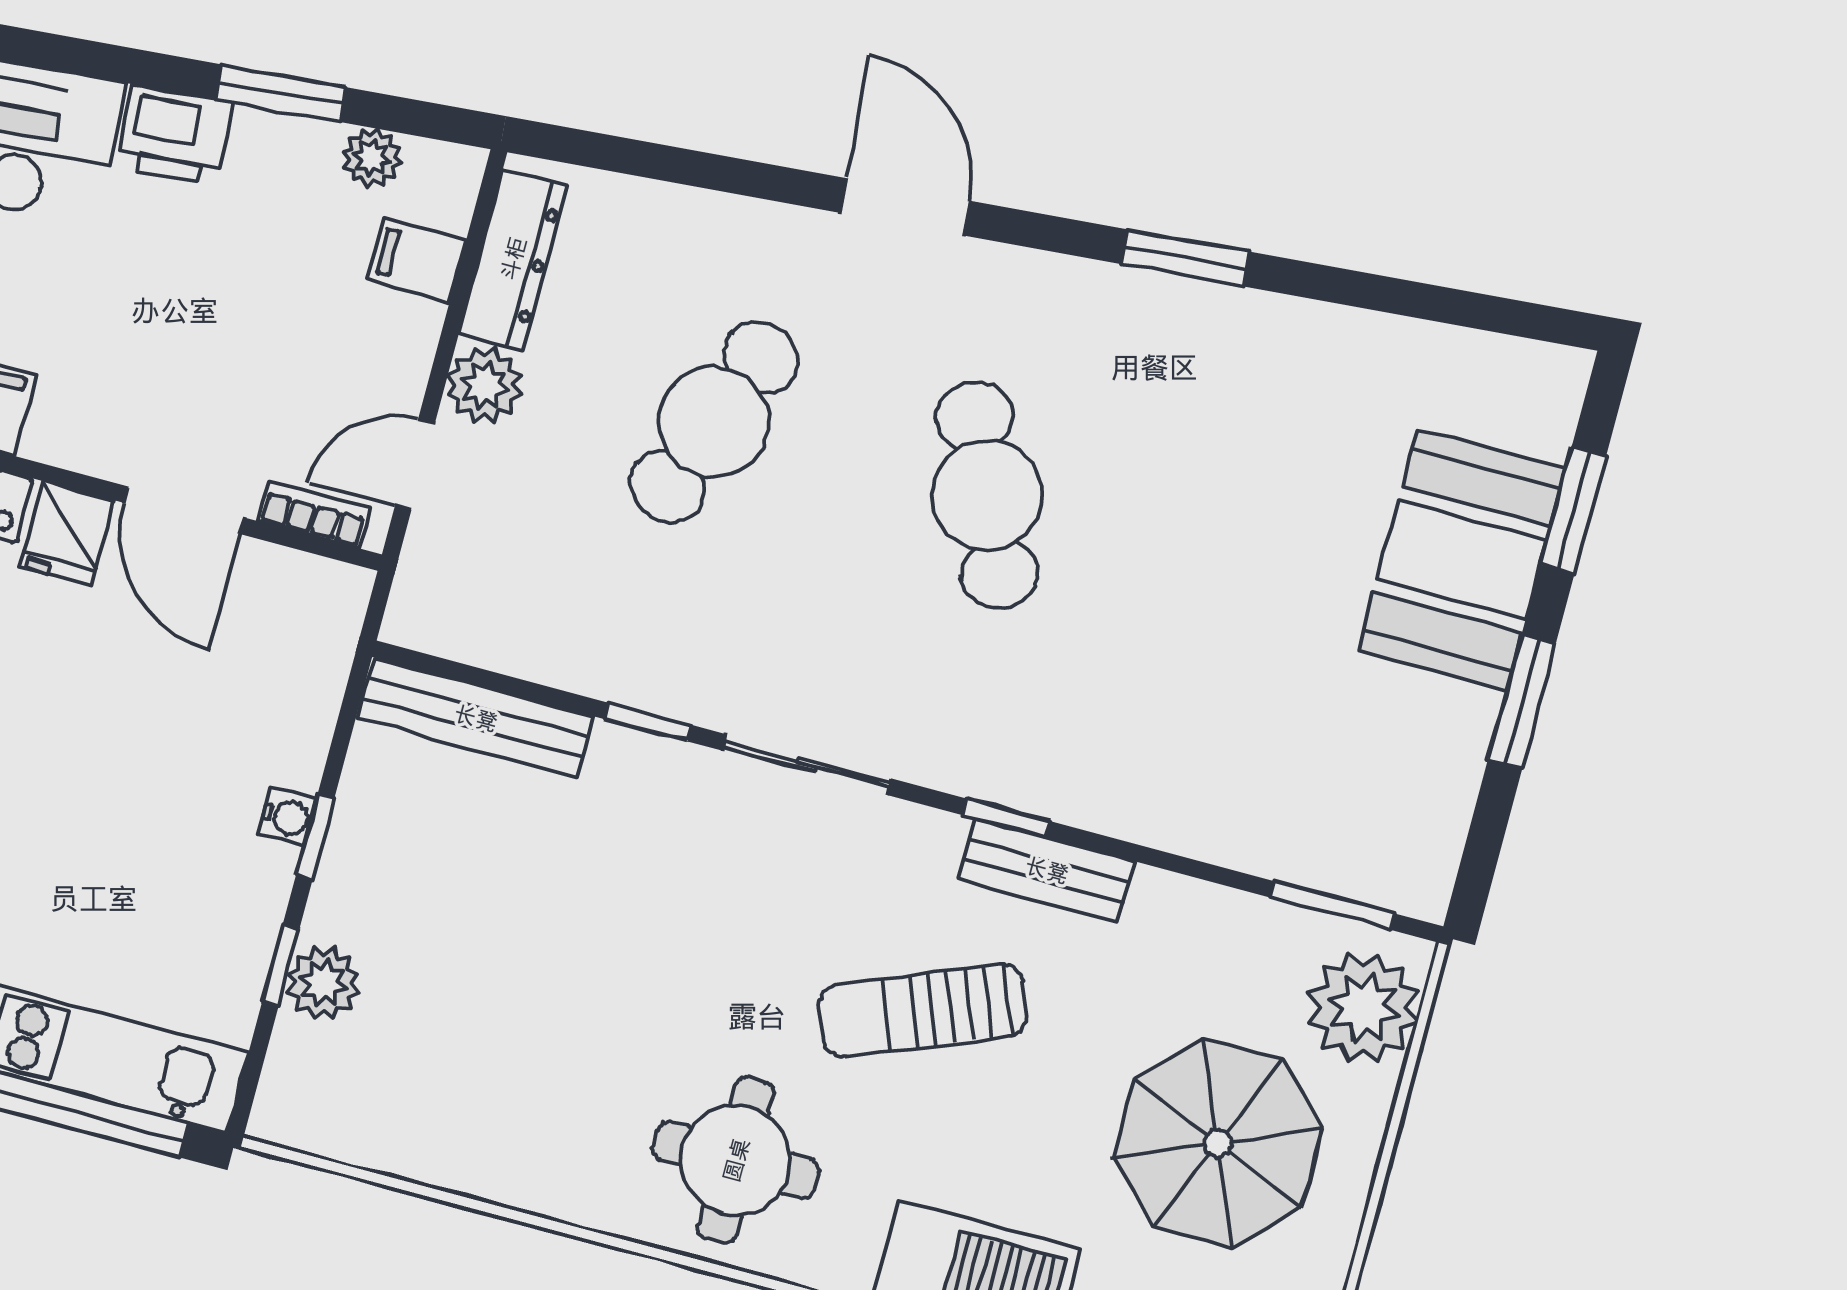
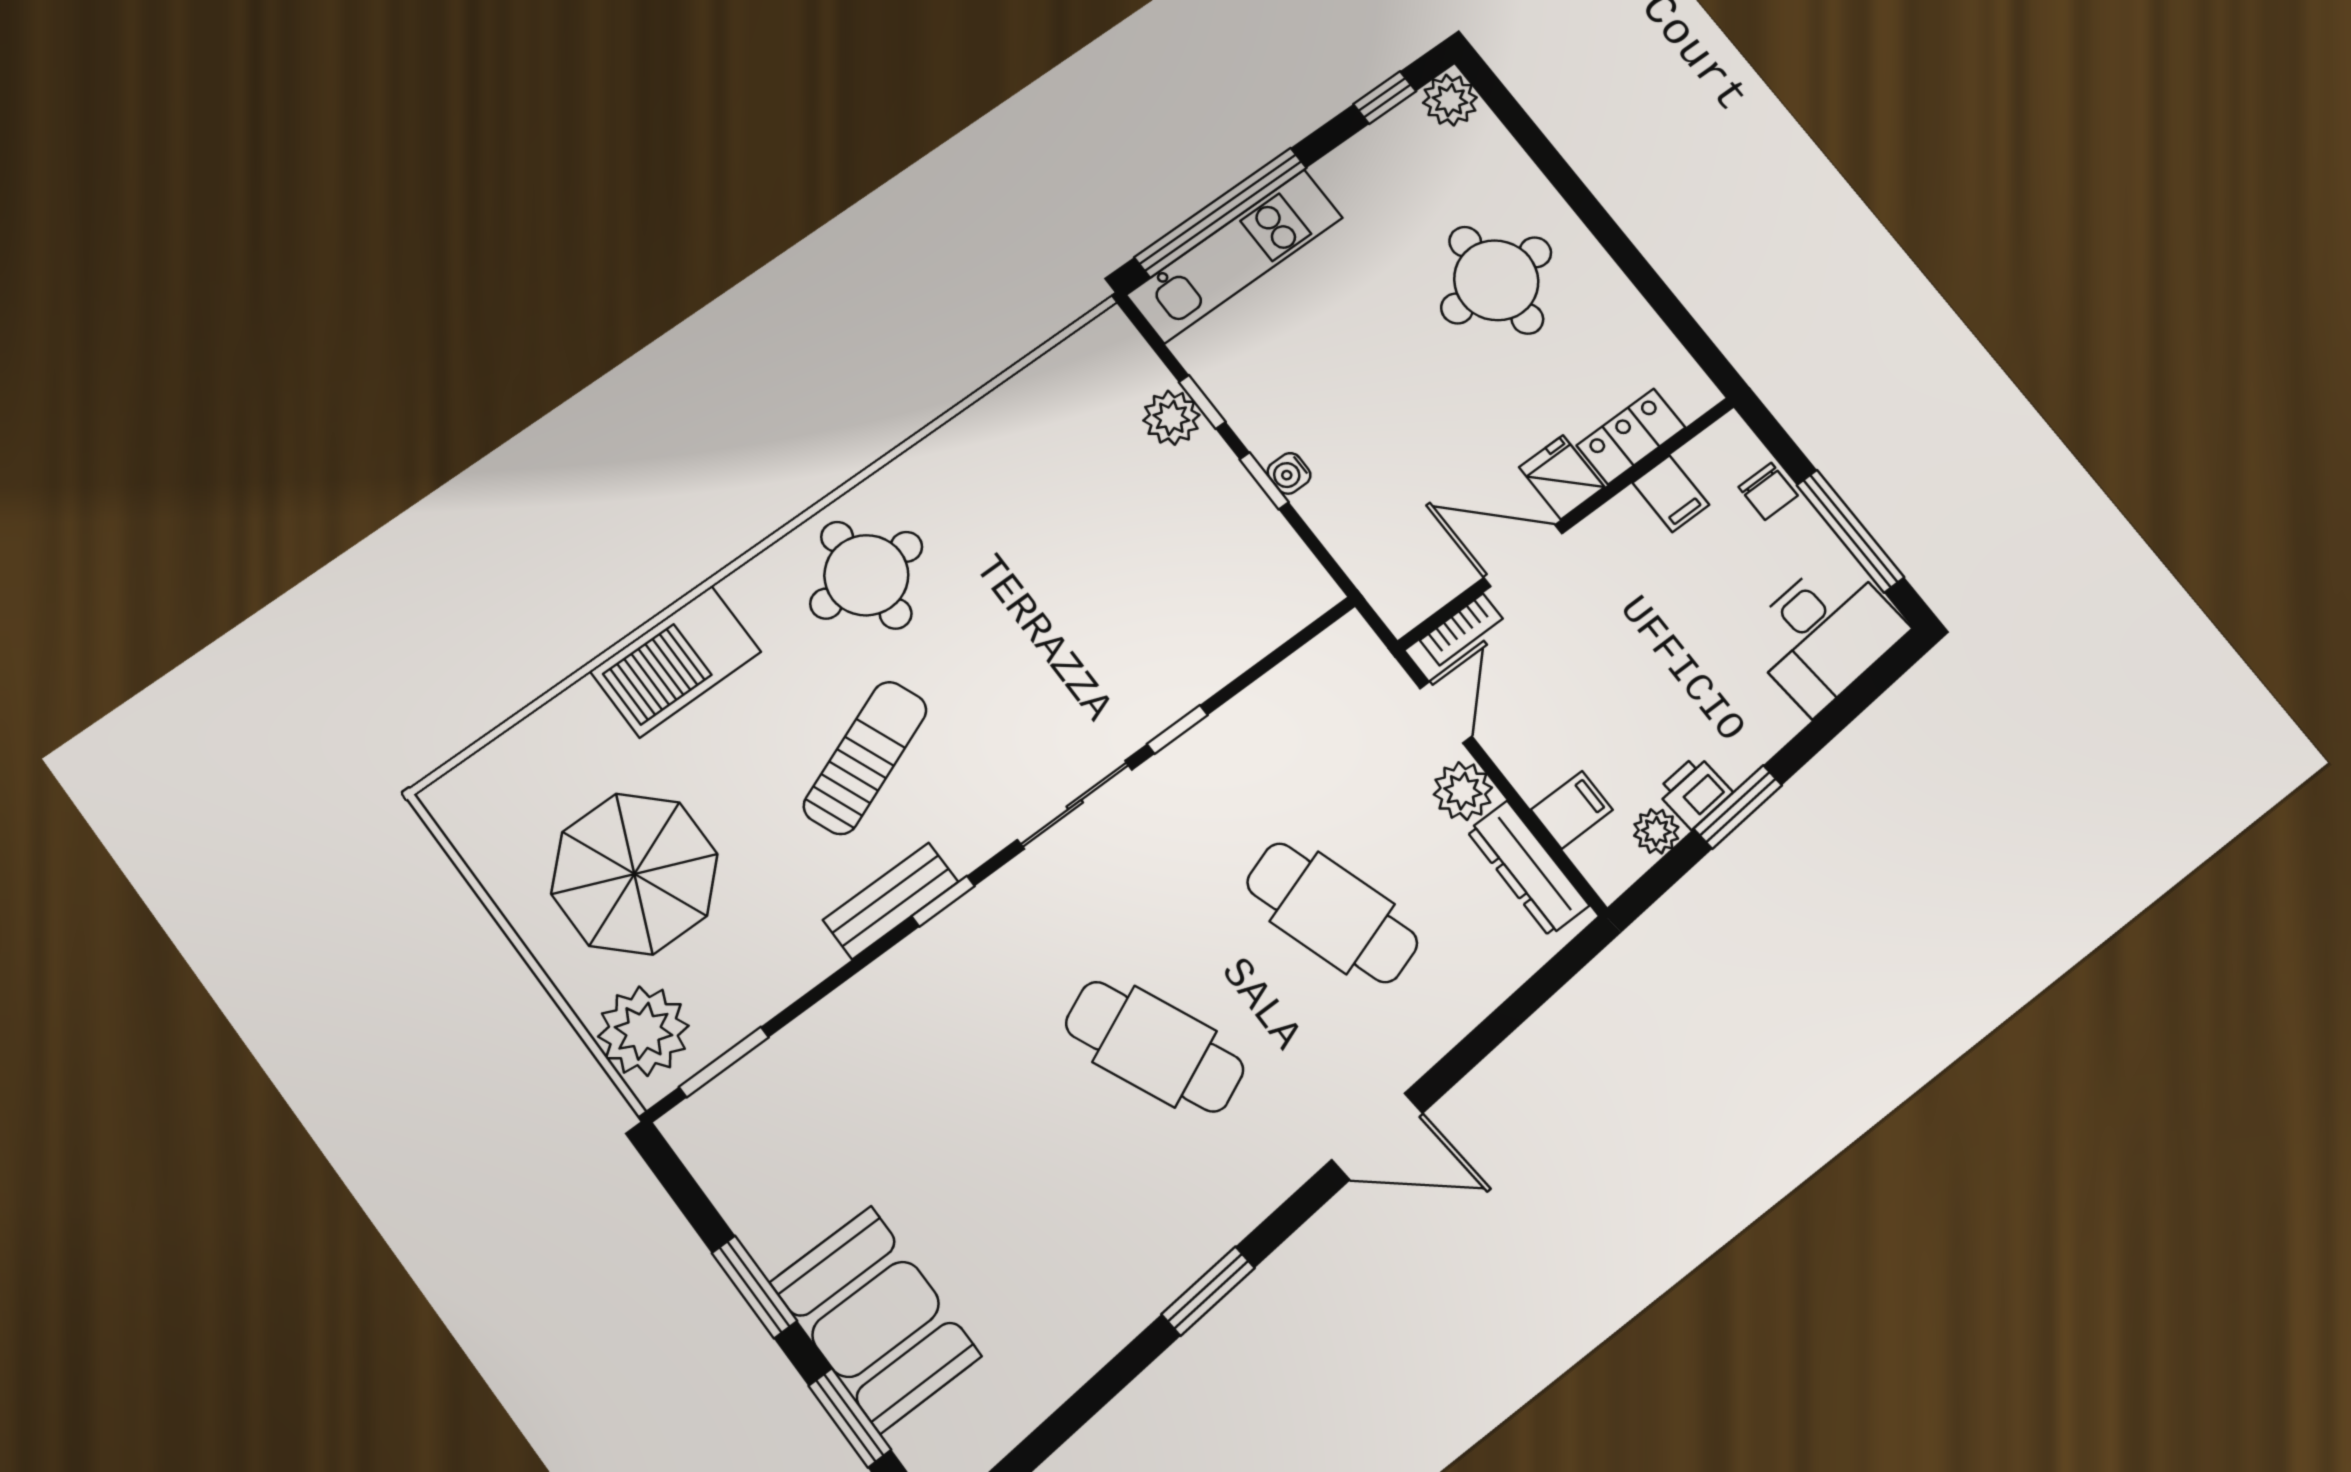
printer: (174, 135) -> (1694, 792), moved, width x0.73, depth x0.81
cafe table: (714, 422) -> (1332, 913), turned -39
bench: (476, 718) -> (1261, 629), removed

